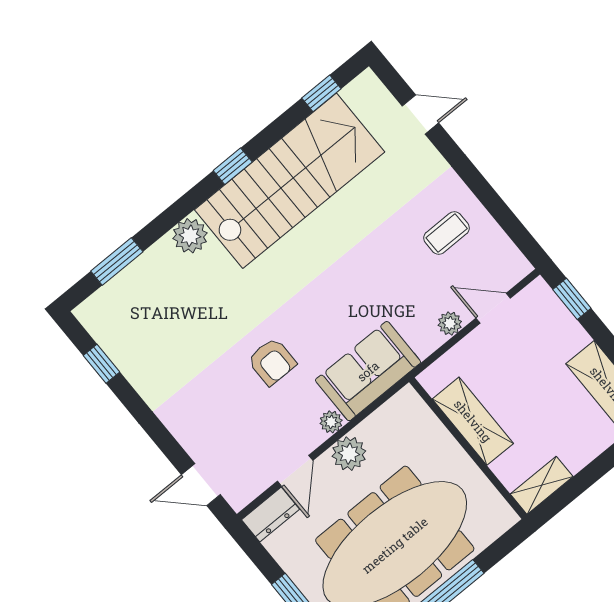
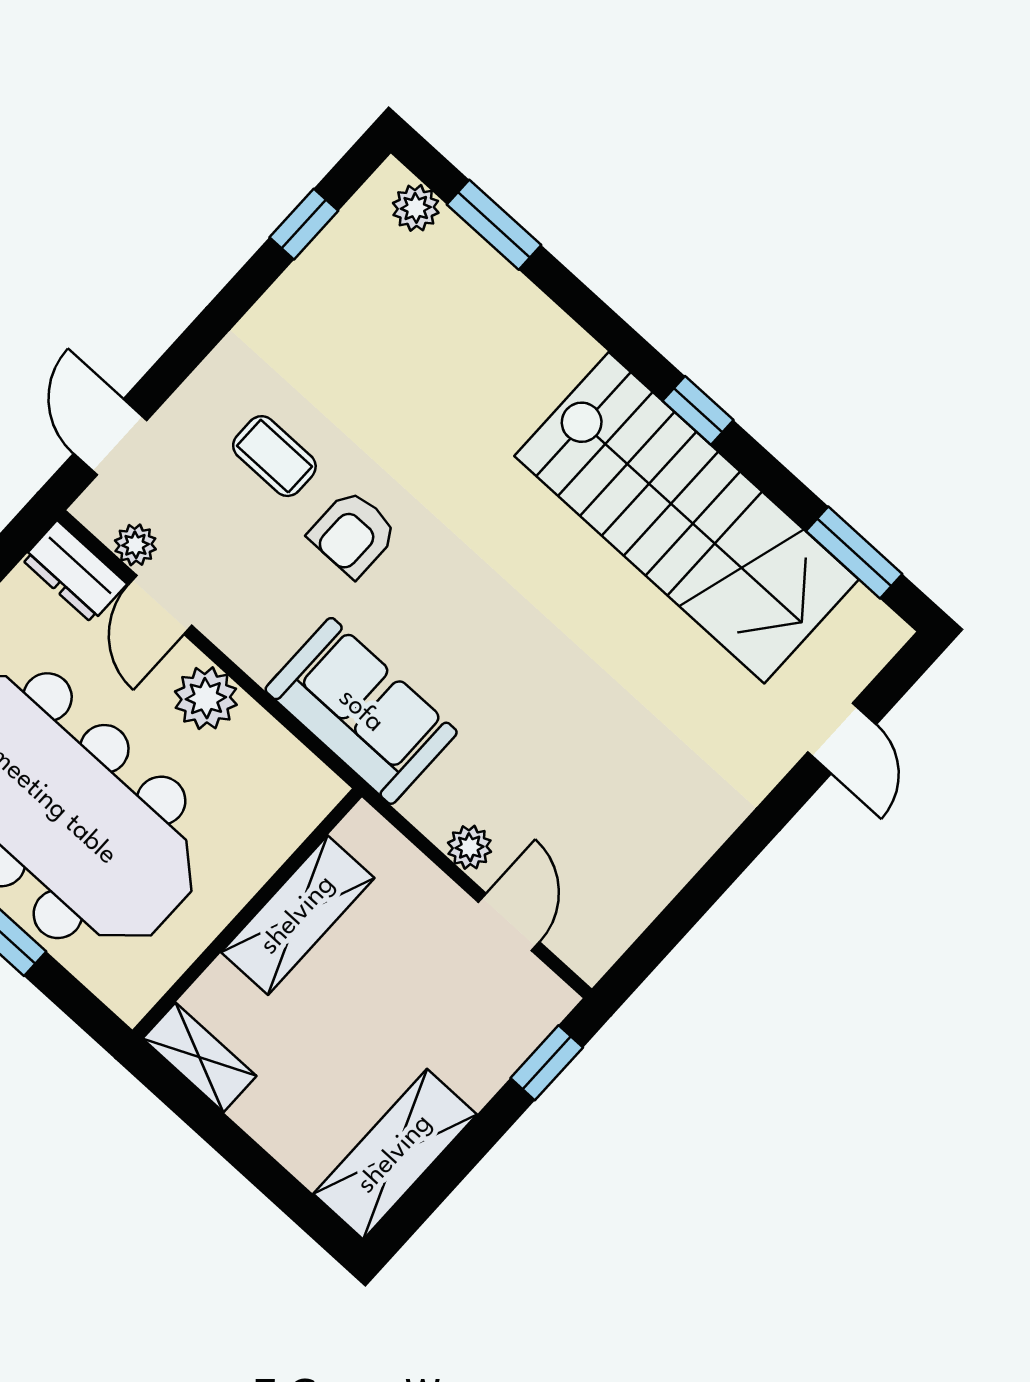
window: (321, 93) -> (854, 552), width x1.50
coffee table: (447, 233) -> (274, 456), moved
plant: (190, 236) -> (416, 208), moved, width x0.73, depth x0.73
plant: (331, 422) -> (135, 545), moved
door: (295, 471) -> (160, 605), hinge flipped

